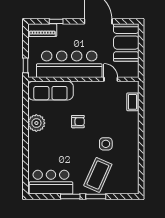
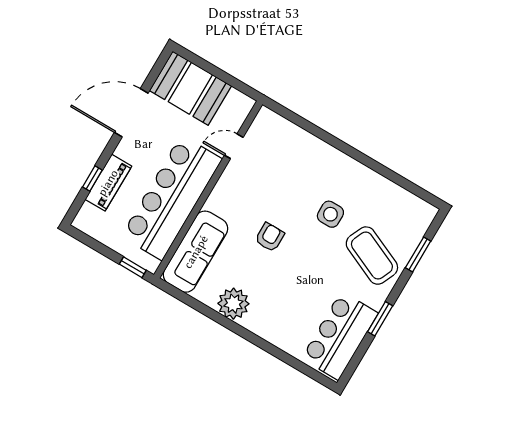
piano: (42, 30) -> (108, 183), moved
coffee table: (132, 102) -> (289, 133), removed
window: (96, 196) -> (418, 254), moved

